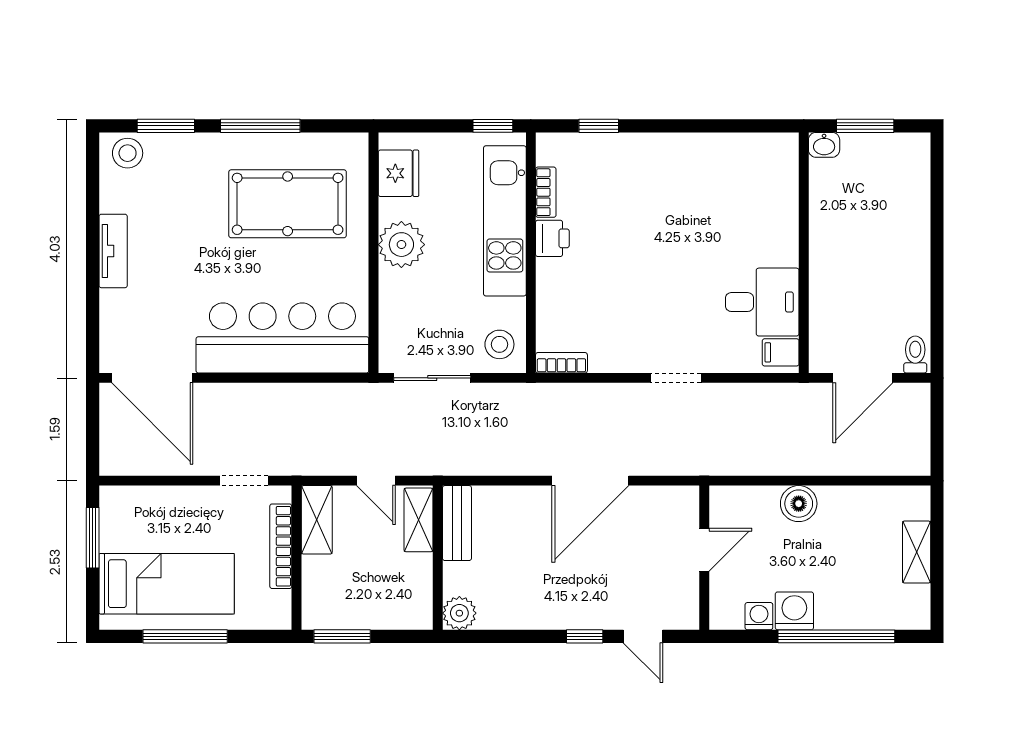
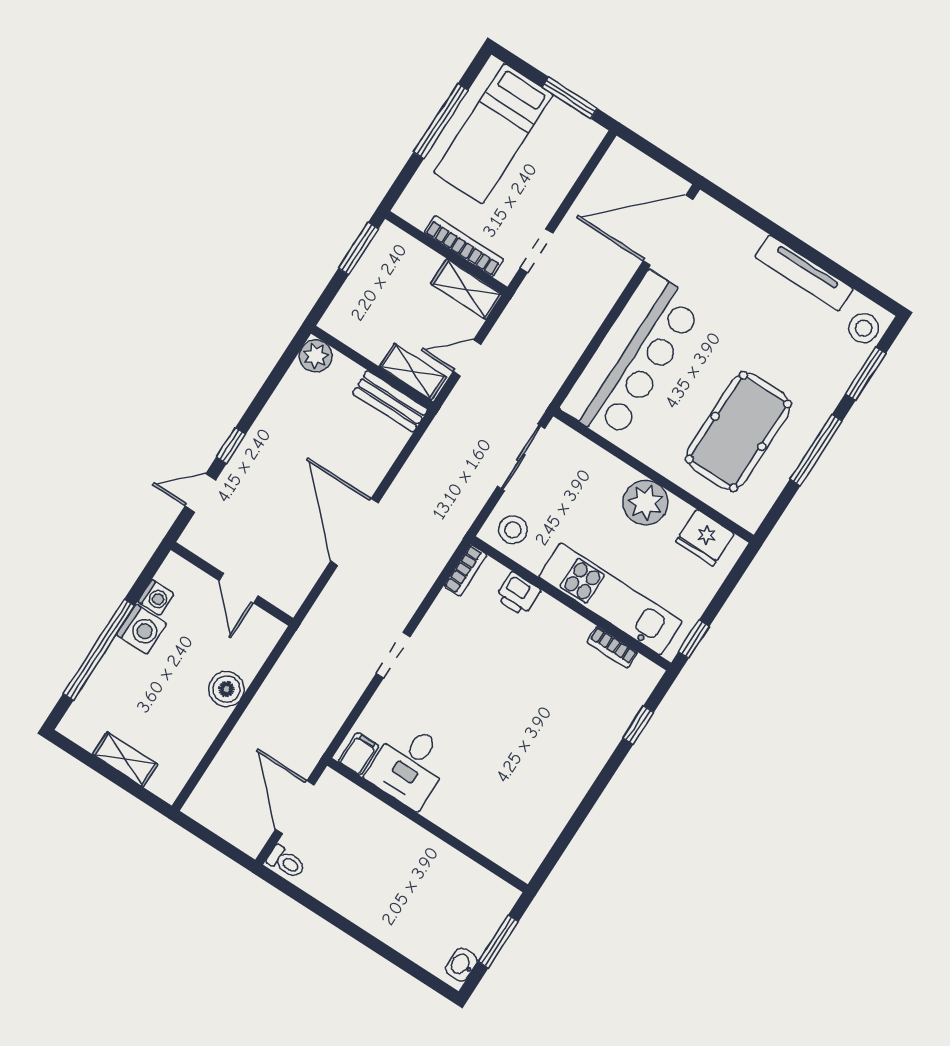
washbasin: (824, 145) -> (461, 965), moved
printer: (552, 238) -> (518, 594), moved
tv unit: (113, 251) -> (804, 273), width x1.41

